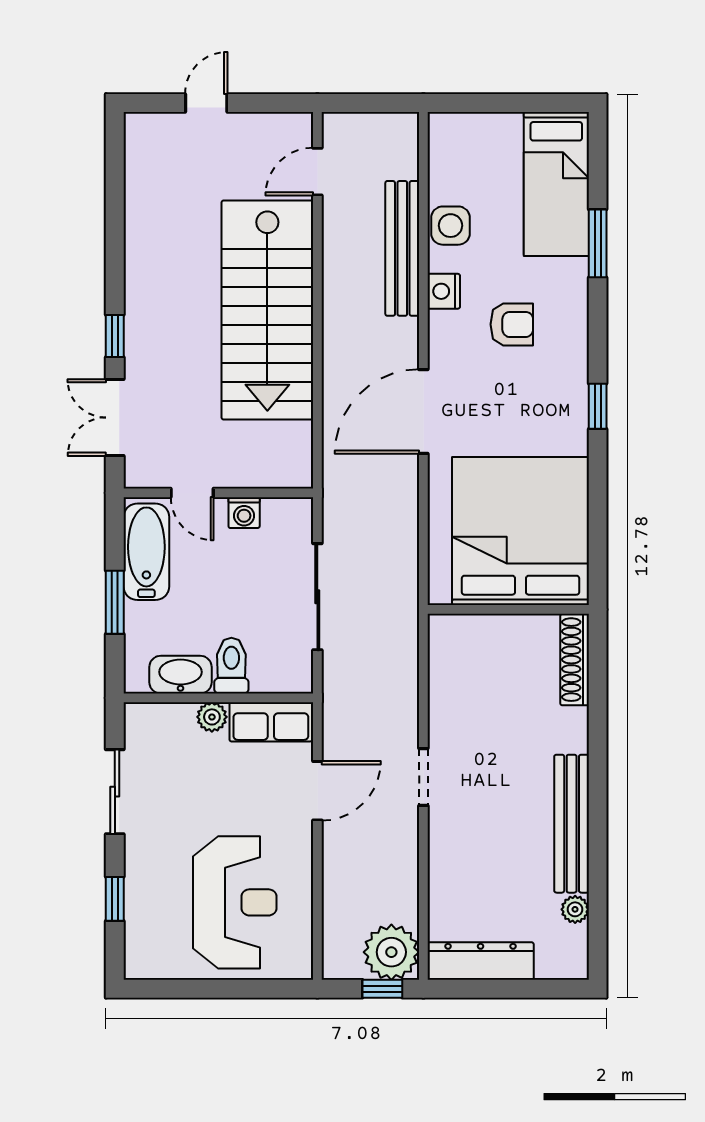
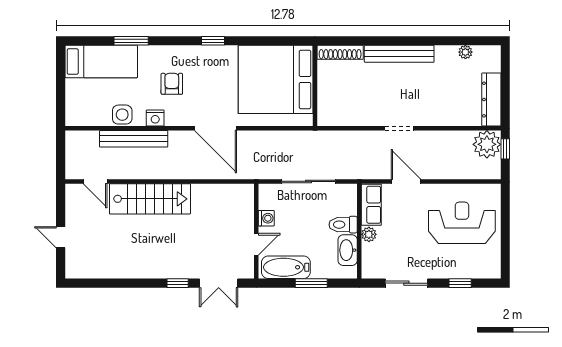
stairs: (267, 310) -> (150, 199), width x0.73, depth x0.66
bench: (572, 824) -> (399, 54), moved

